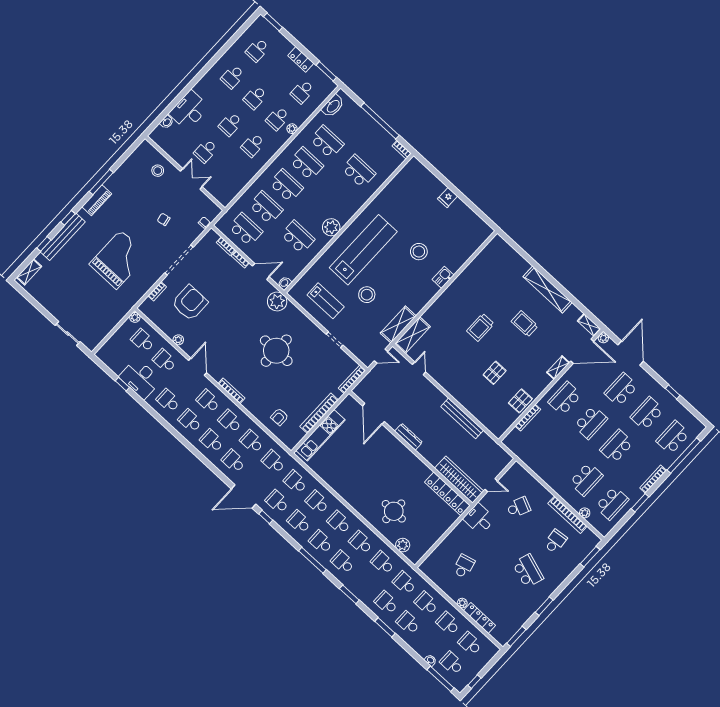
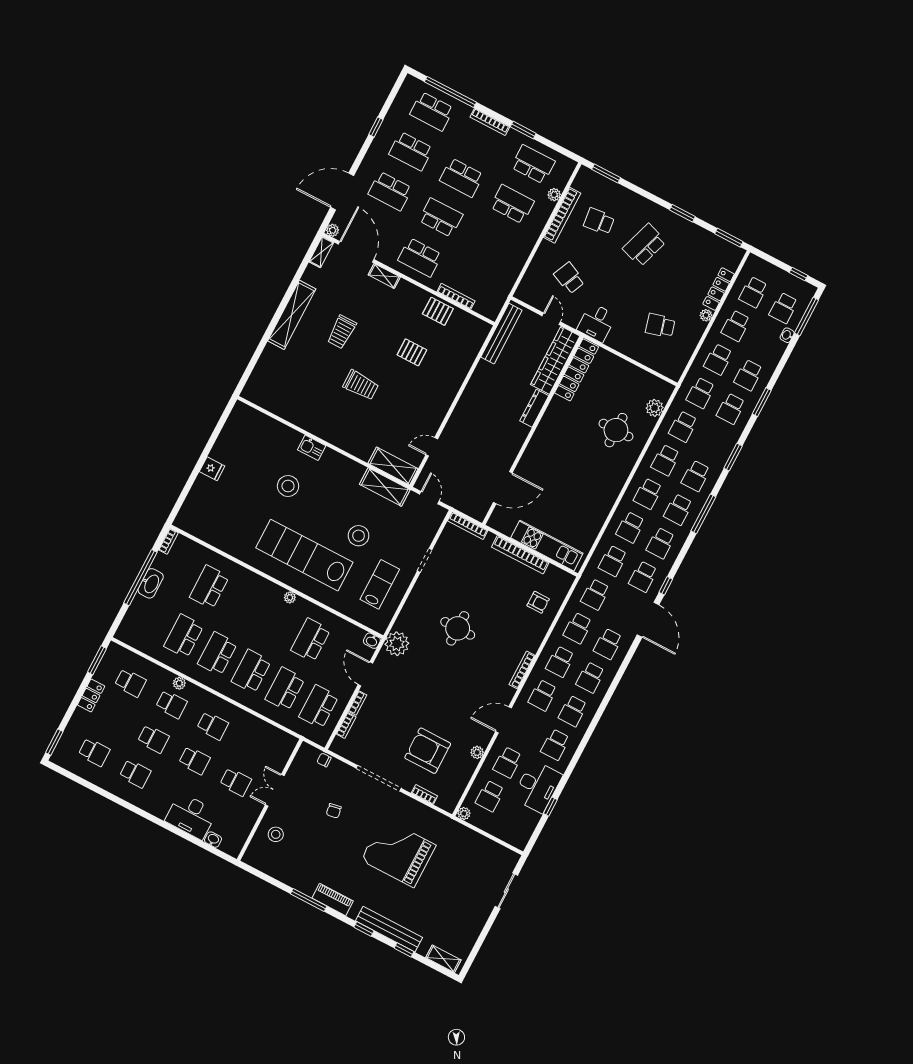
washbasin: (333, 106) -> (151, 583), moved, turned 90
plant: (331, 227) -> (290, 597), width x0.53, depth x0.53
round table: (276, 351) -> (458, 628), width x0.73, depth x0.73
bench: (462, 418) -> (501, 334), moved
dresser: (409, 437) -> (534, 408), moved

